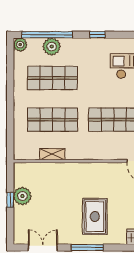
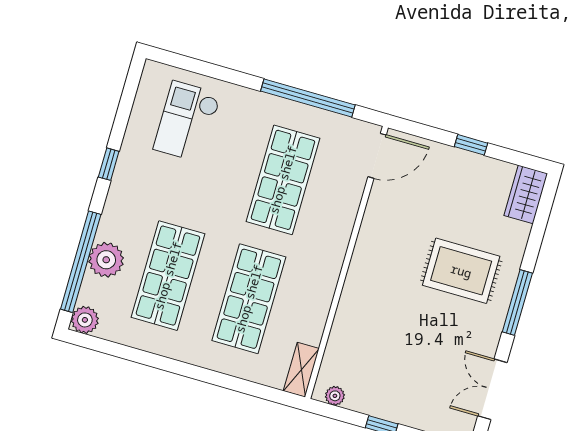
shelving: (52, 154) -> (301, 370), moved
plant: (22, 196) -> (335, 396), moved, width x0.53, depth x0.53

